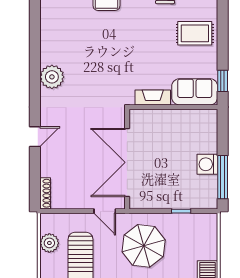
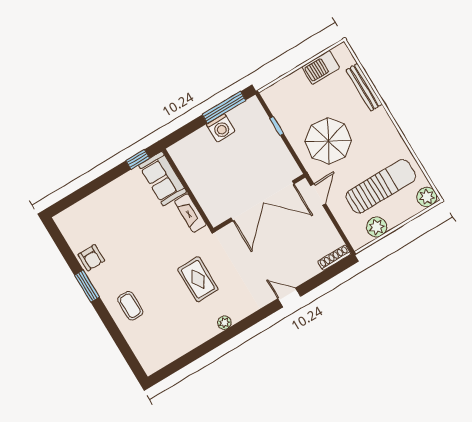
rug: (195, 33) -> (198, 279), moved
plant: (52, 77) -> (224, 323), width x0.53, depth x0.53

